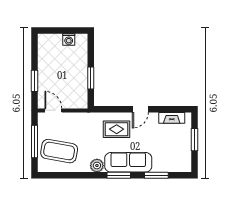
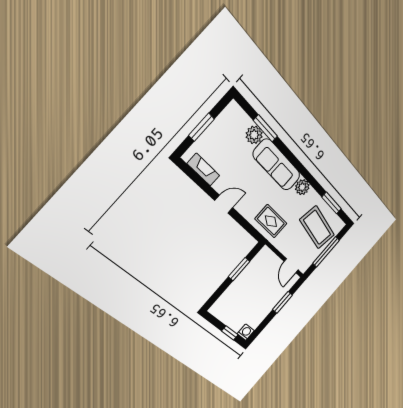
window: (56, 30) -> (230, 333), added
washing machine: (69, 39) -> (246, 332), moved
rug: (117, 129) -> (271, 221), moved
plant: (160, 165) -> (254, 135), added
window: (119, 175) -> (332, 203), moved

